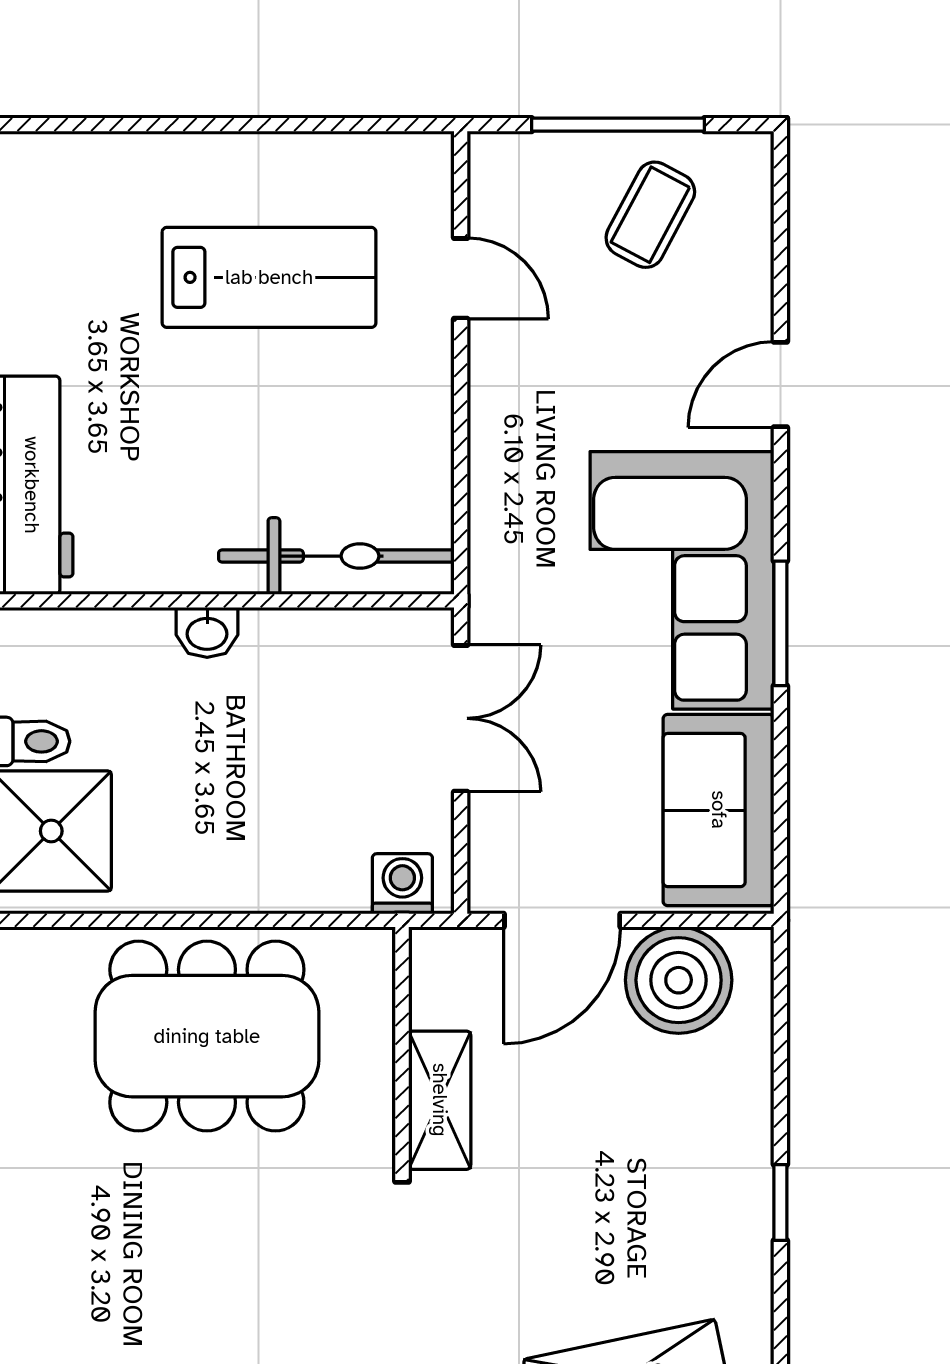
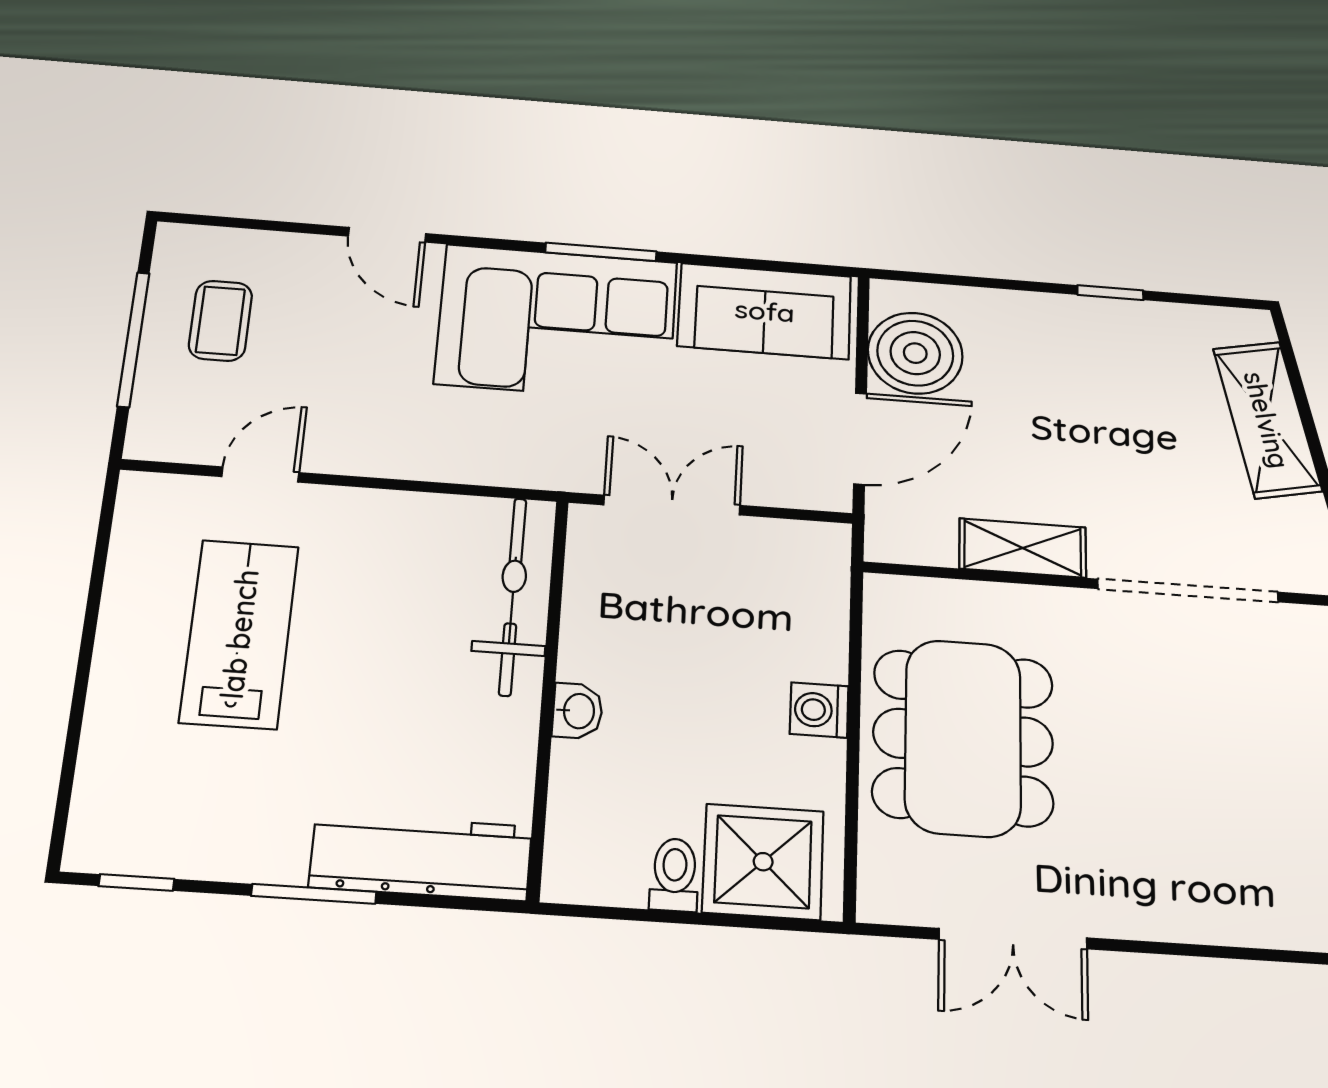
coffee table: (650, 215) -> (220, 321), turned 62
washing machine: (402, 884) -> (819, 710), moved
door: (562, 920) -> (860, 439), hinge flipped

